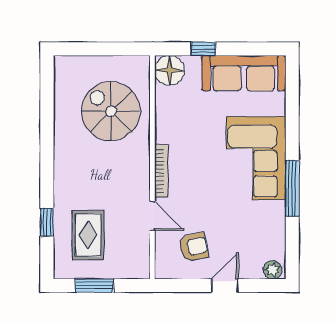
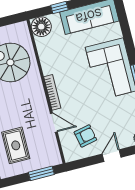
window: (94, 285) -> (41, 173), moved

